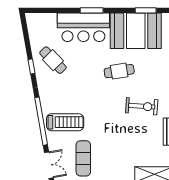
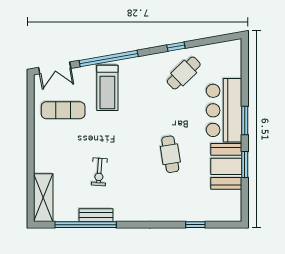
window: (146, 10) -> (245, 164), moved
booth: (136, 31) -> (226, 166), width x0.73, depth x0.70
exercise bike: (142, 106) -> (99, 172), moved, width x0.73, depth x0.72

